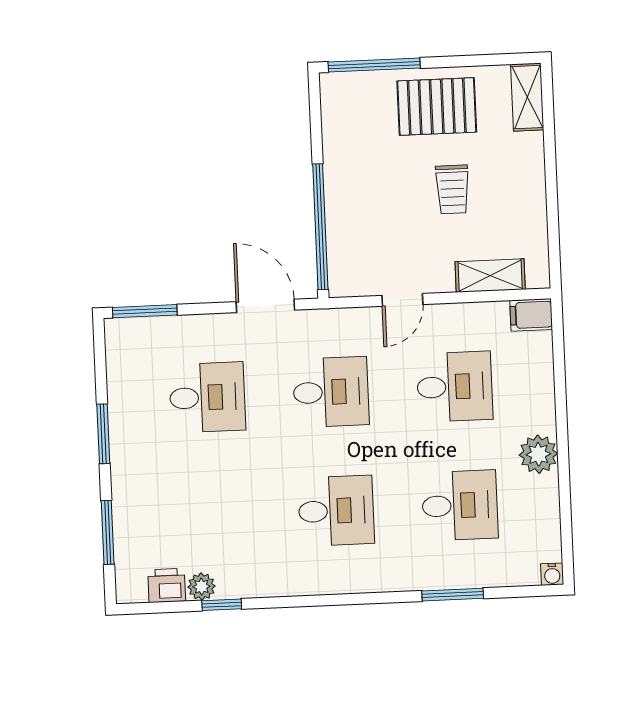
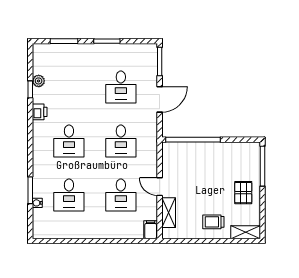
pallet: (437, 107) -> (243, 193), width x0.67, depth x0.71
trolley: (452, 189) -> (213, 222), moved
door: (402, 300) -> (160, 187), moved
door: (265, 306) -> (160, 99), moved
plant: (538, 454) -> (90, 230), removed
water cooler: (552, 574) -> (37, 203), moved
printer: (167, 585) -> (40, 112), moved

